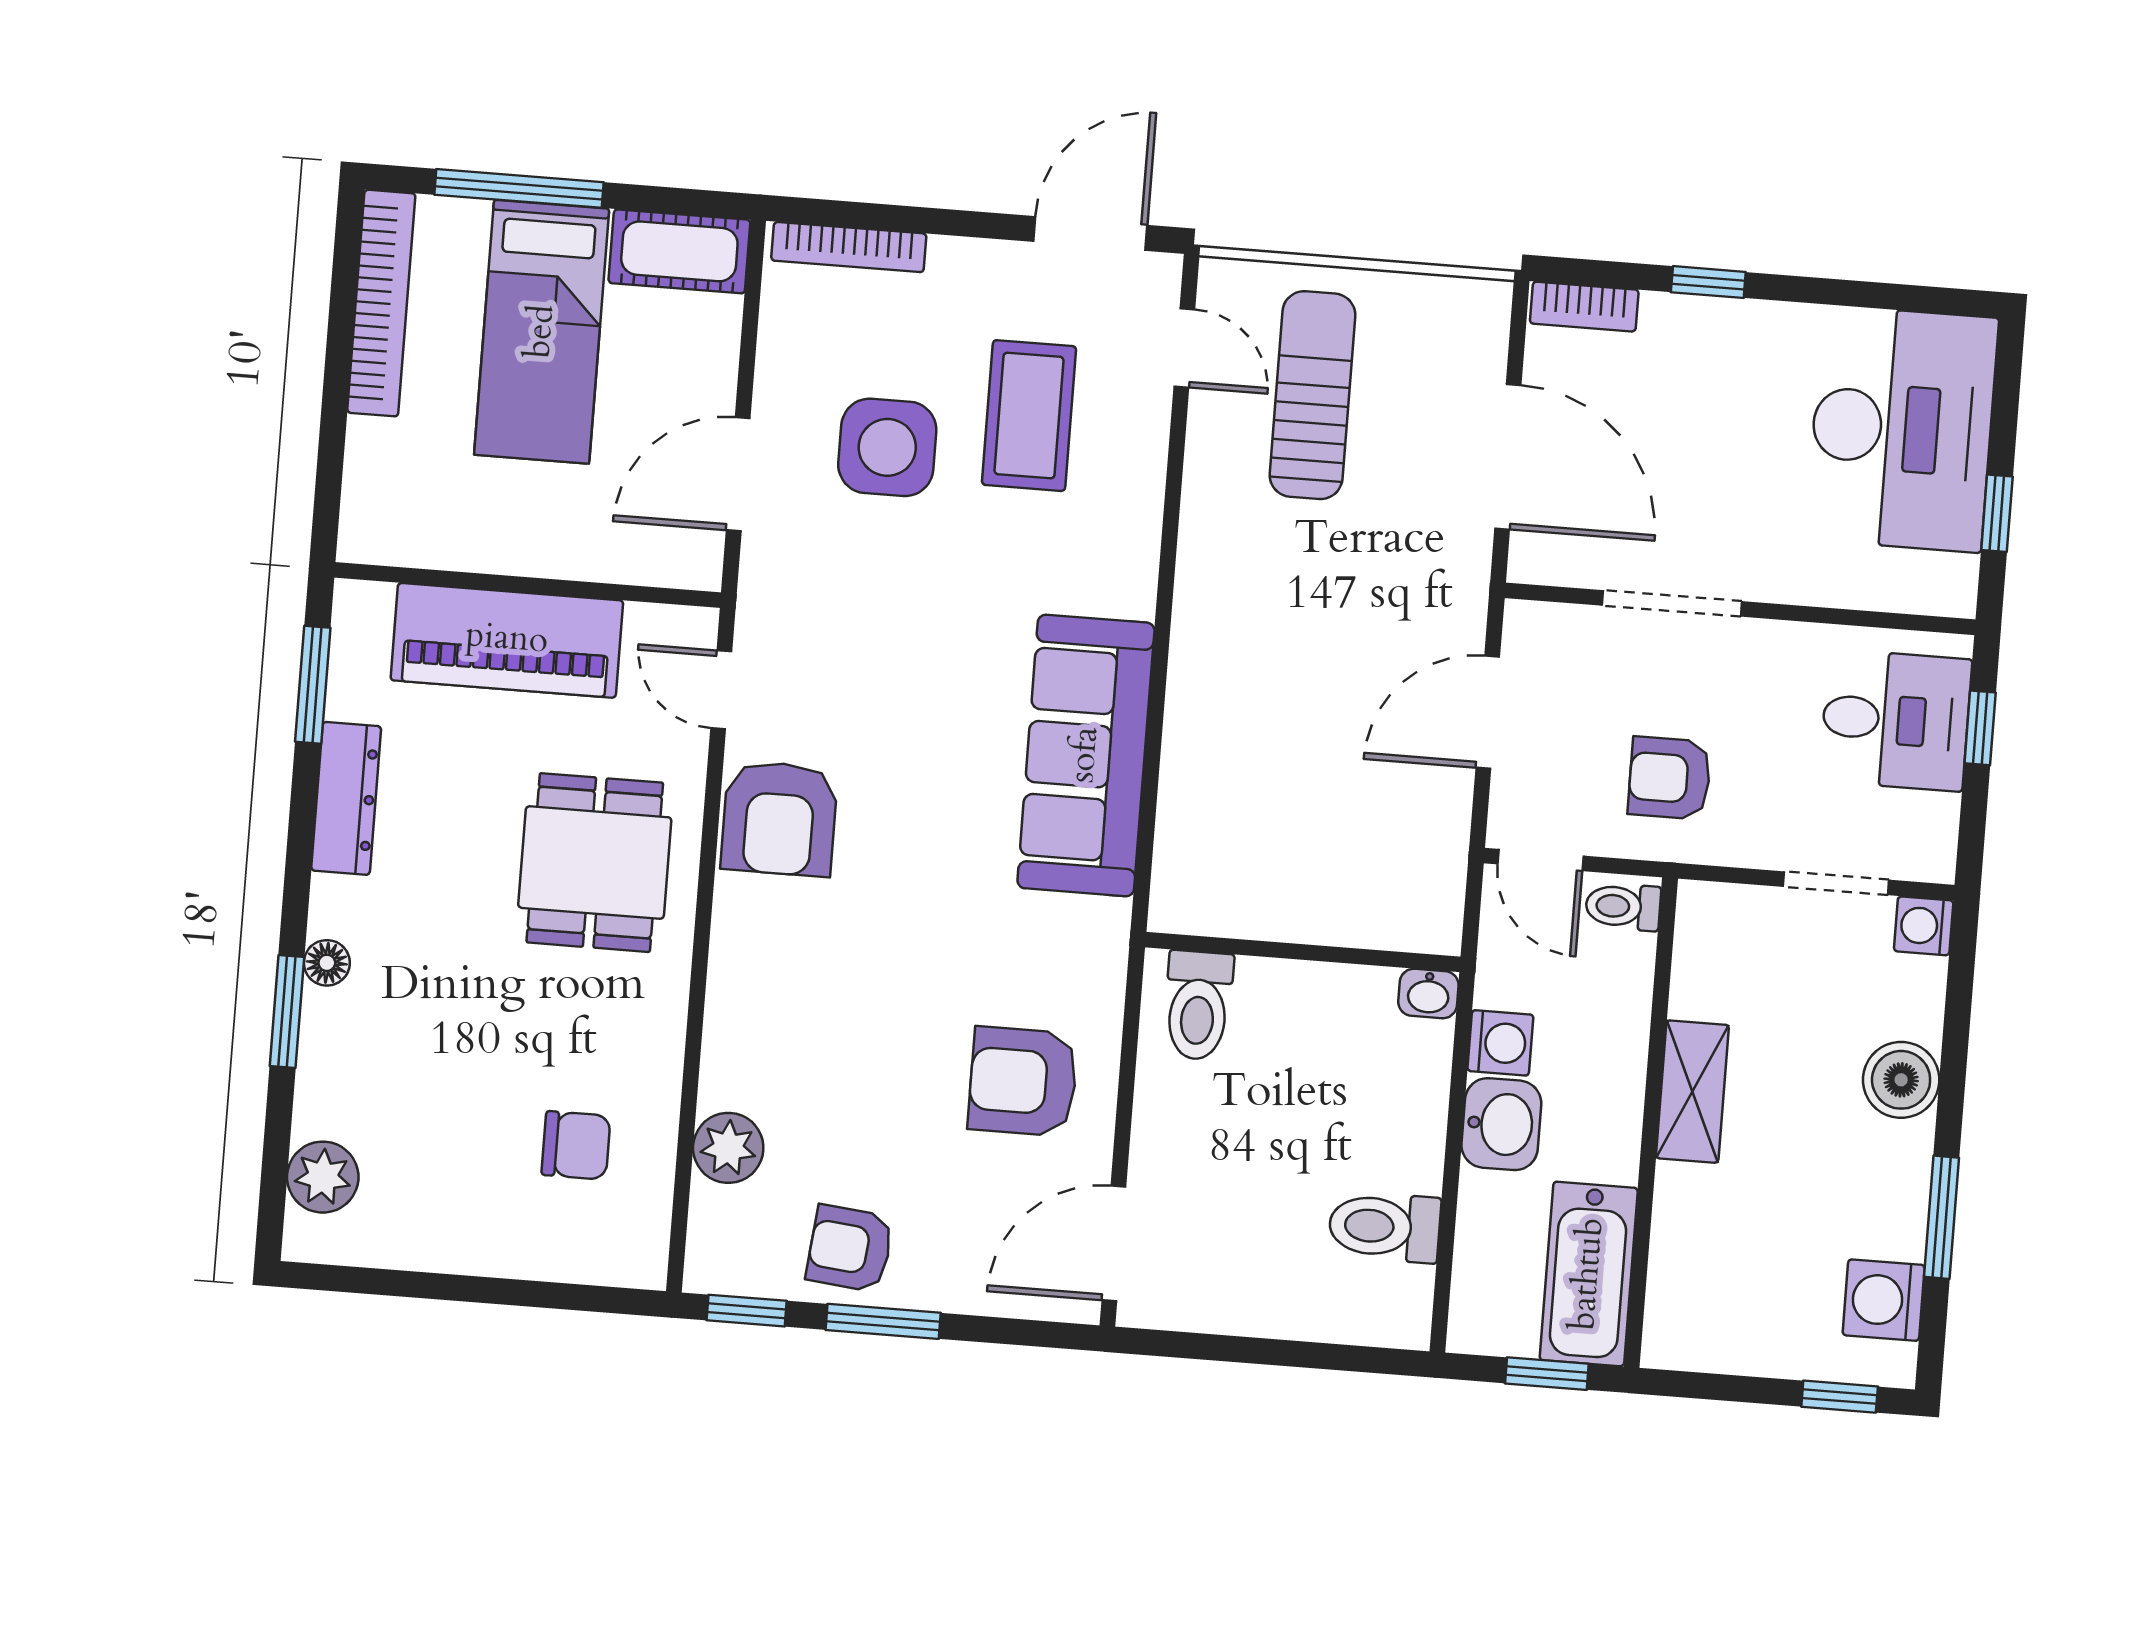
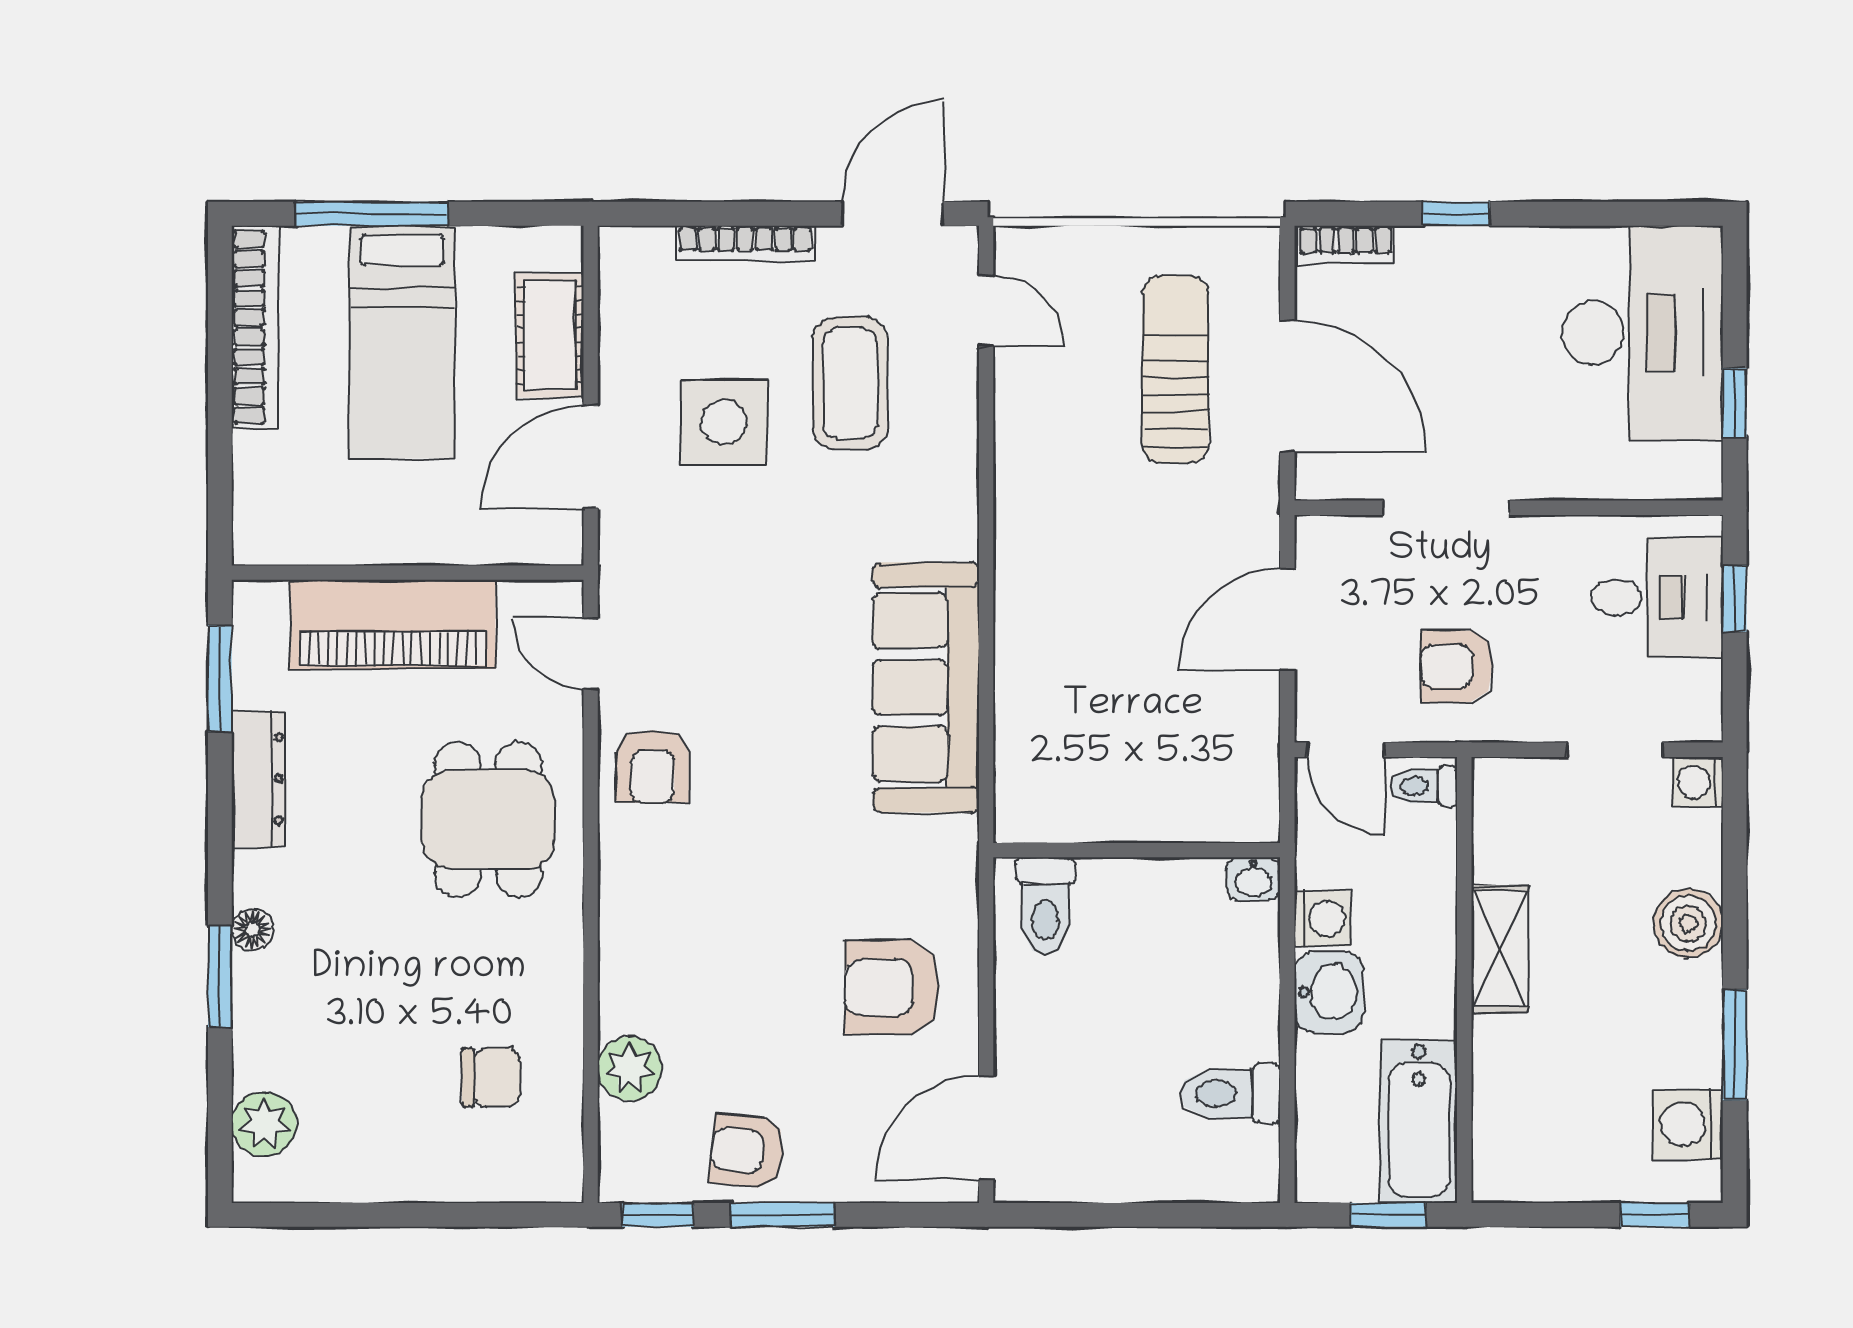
bookcase: (849, 247) -> (745, 243), moved
cot: (679, 251) -> (550, 335), moved, turned 90
sun lounger: (1312, 395) -> (1176, 369), moved
armchair: (779, 818) -> (652, 766), width x0.72, depth x0.72

